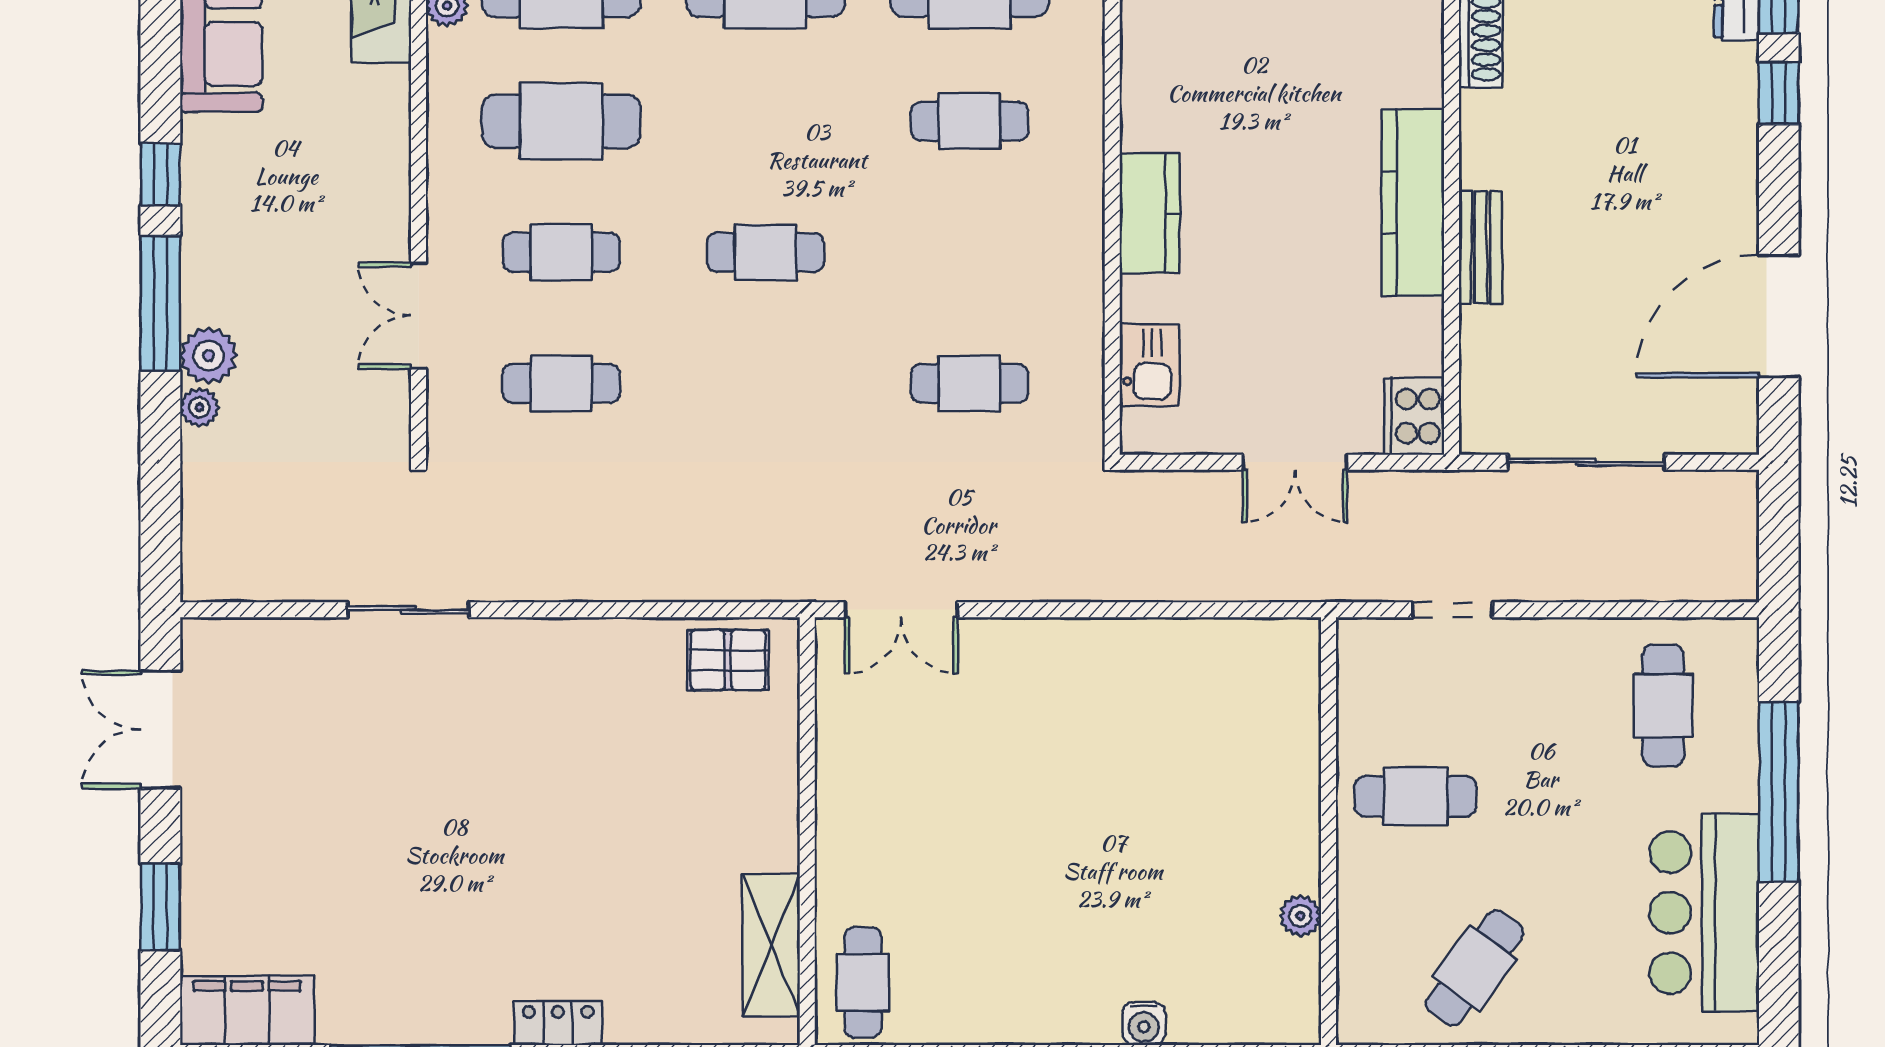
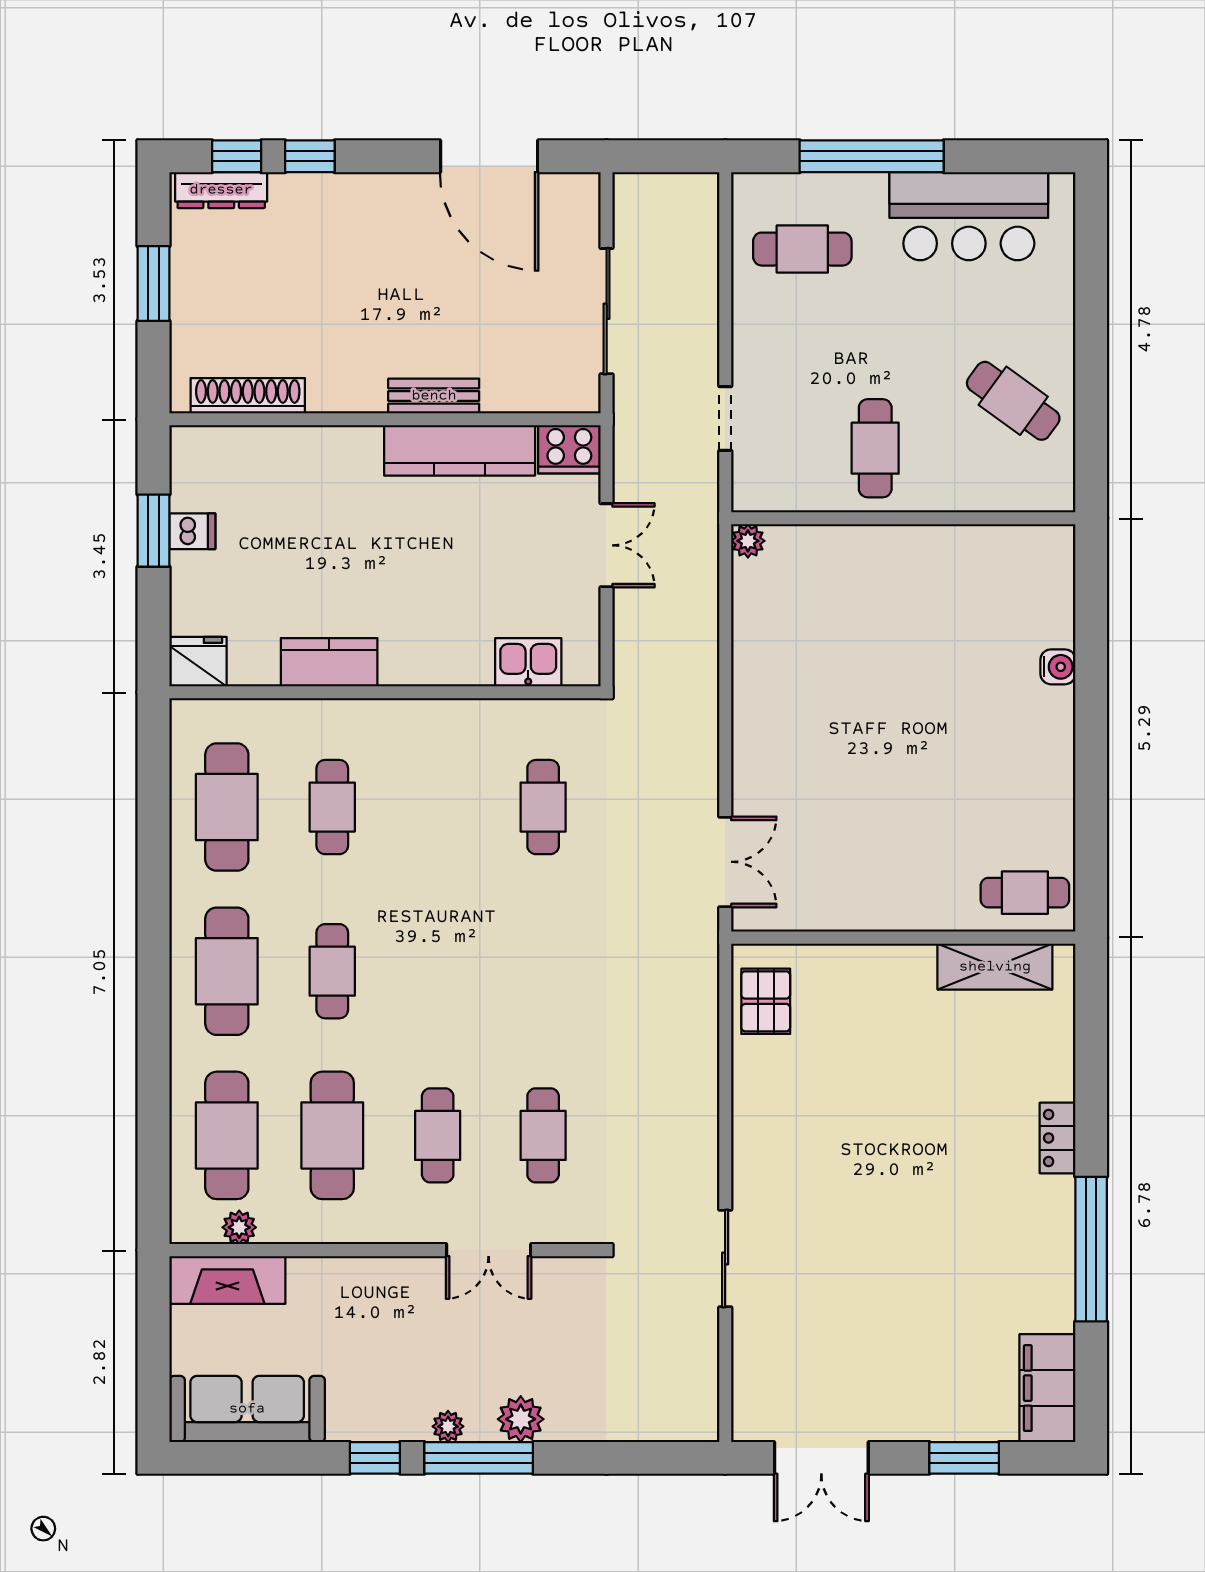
kitchen counter: (1413, 203) -> (460, 450), moved
kitchen counter: (1150, 213) -> (329, 662), moved
cafe table: (765, 252) -> (332, 971), moved
plant: (199, 407) -> (448, 1426), moved
plant: (1300, 916) -> (748, 541), moved

